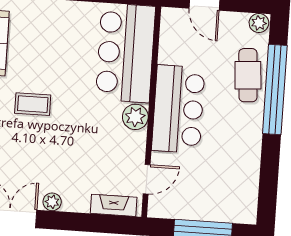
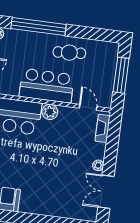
cafe table: (248, 75) -> (69, 53), moved
coffee table: (33, 104) -> (38, 174), removed

